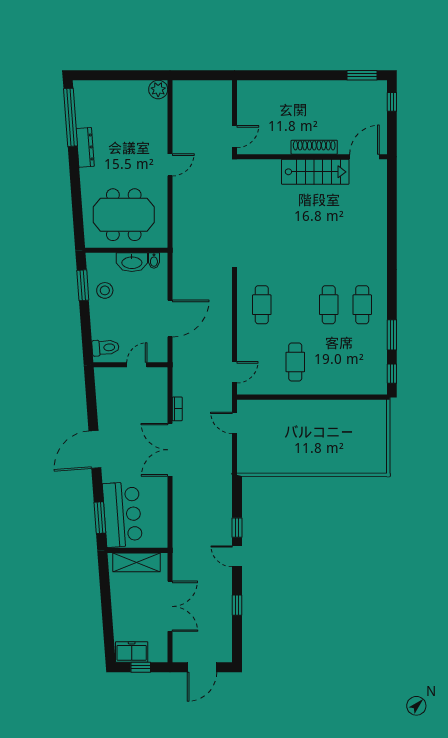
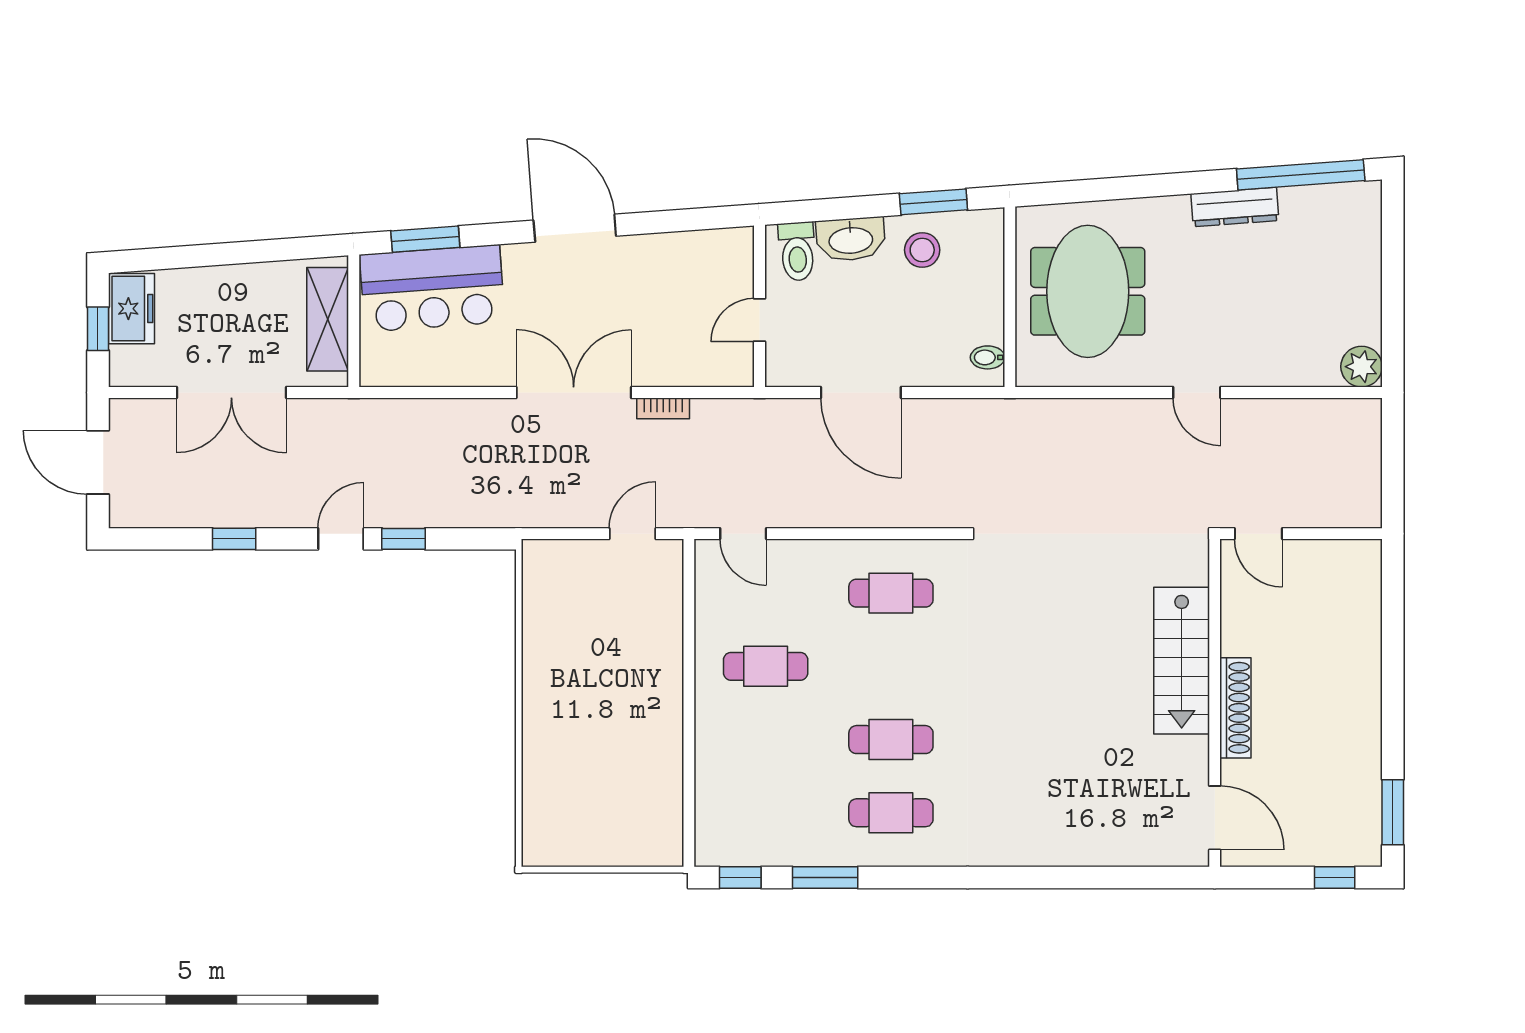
stairs: (315, 172) -> (1182, 661), moved
washbasin: (132, 262) -> (851, 239), moved, turned -94
door: (137, 365) -> (759, 320), swing flipped

